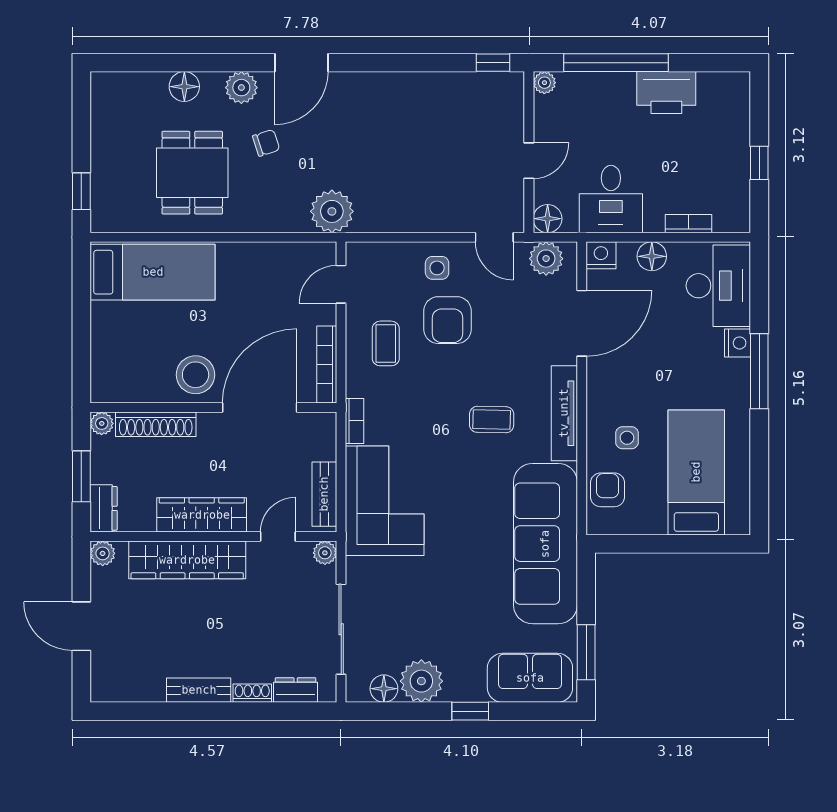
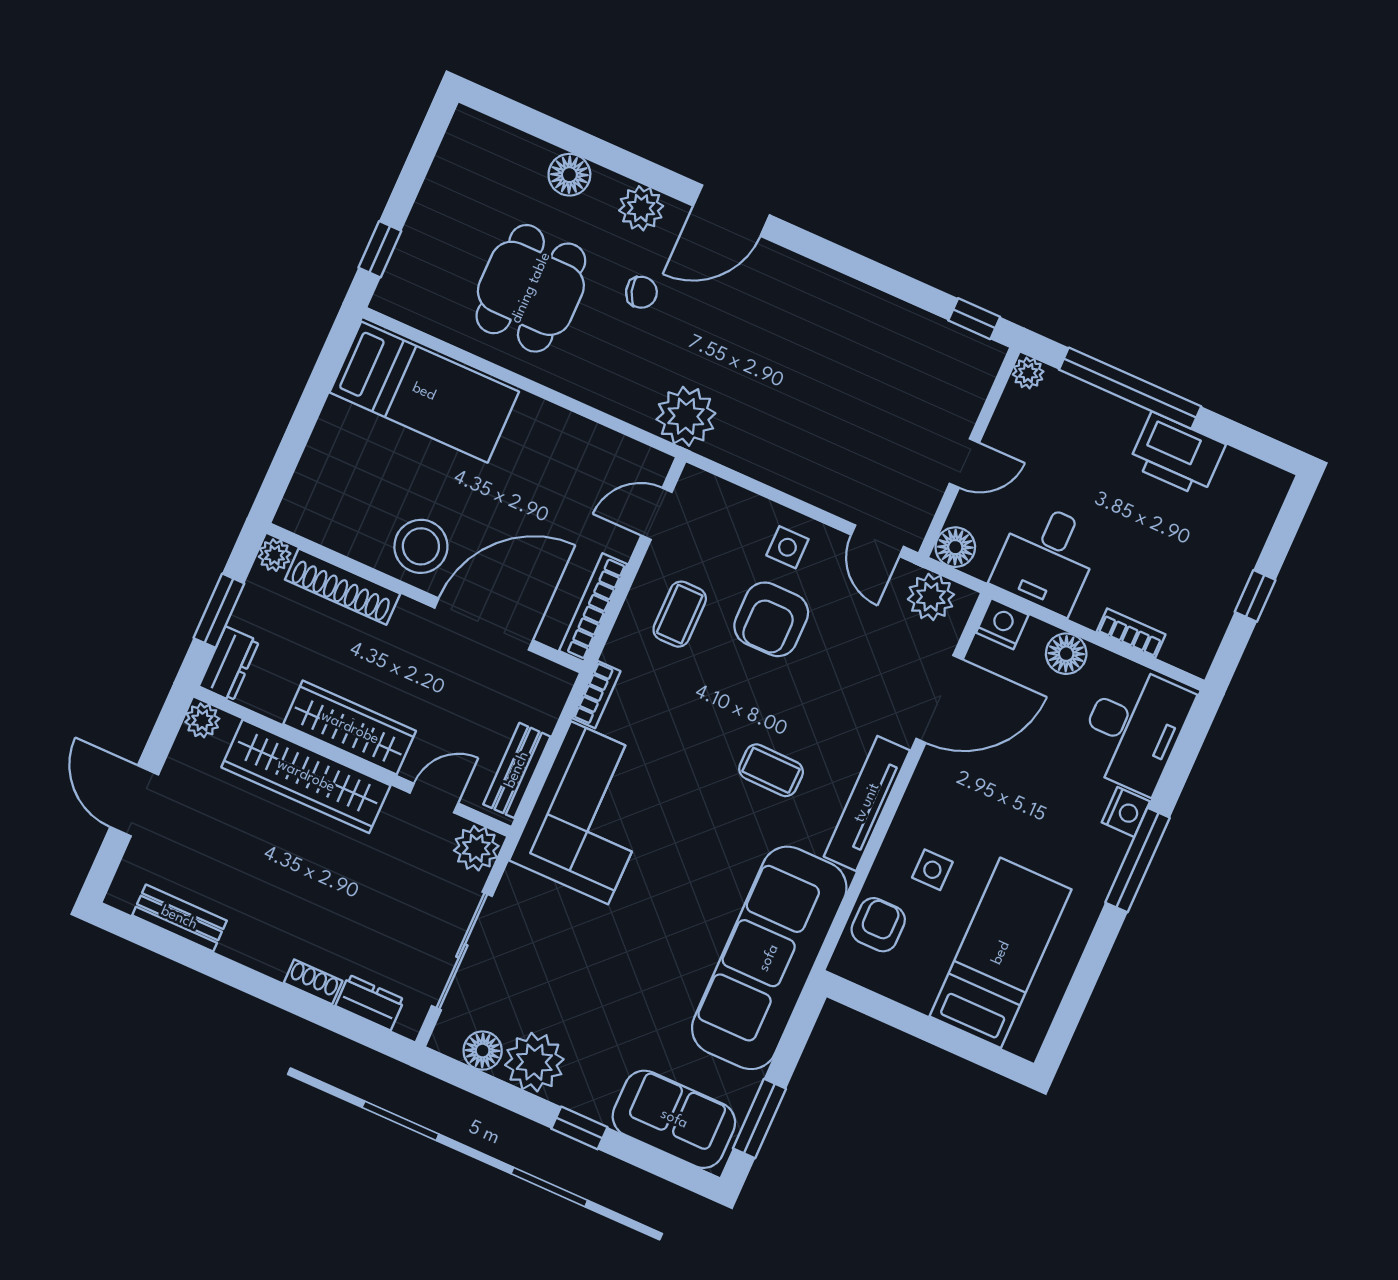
plant: (325, 553) -> (476, 848), width x1.38, depth x1.38
bench: (199, 690) -> (179, 918), moved

